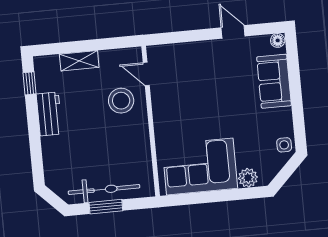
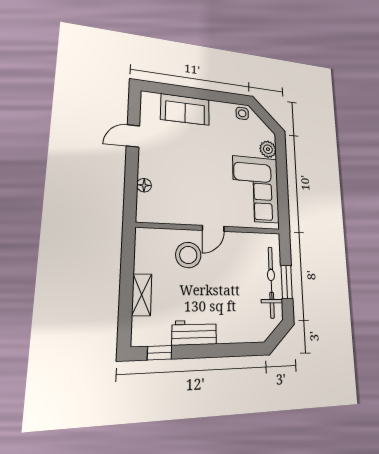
floor lamp: (278, 40) -> (144, 185), moved
door: (146, 74) -> (213, 228), moved

